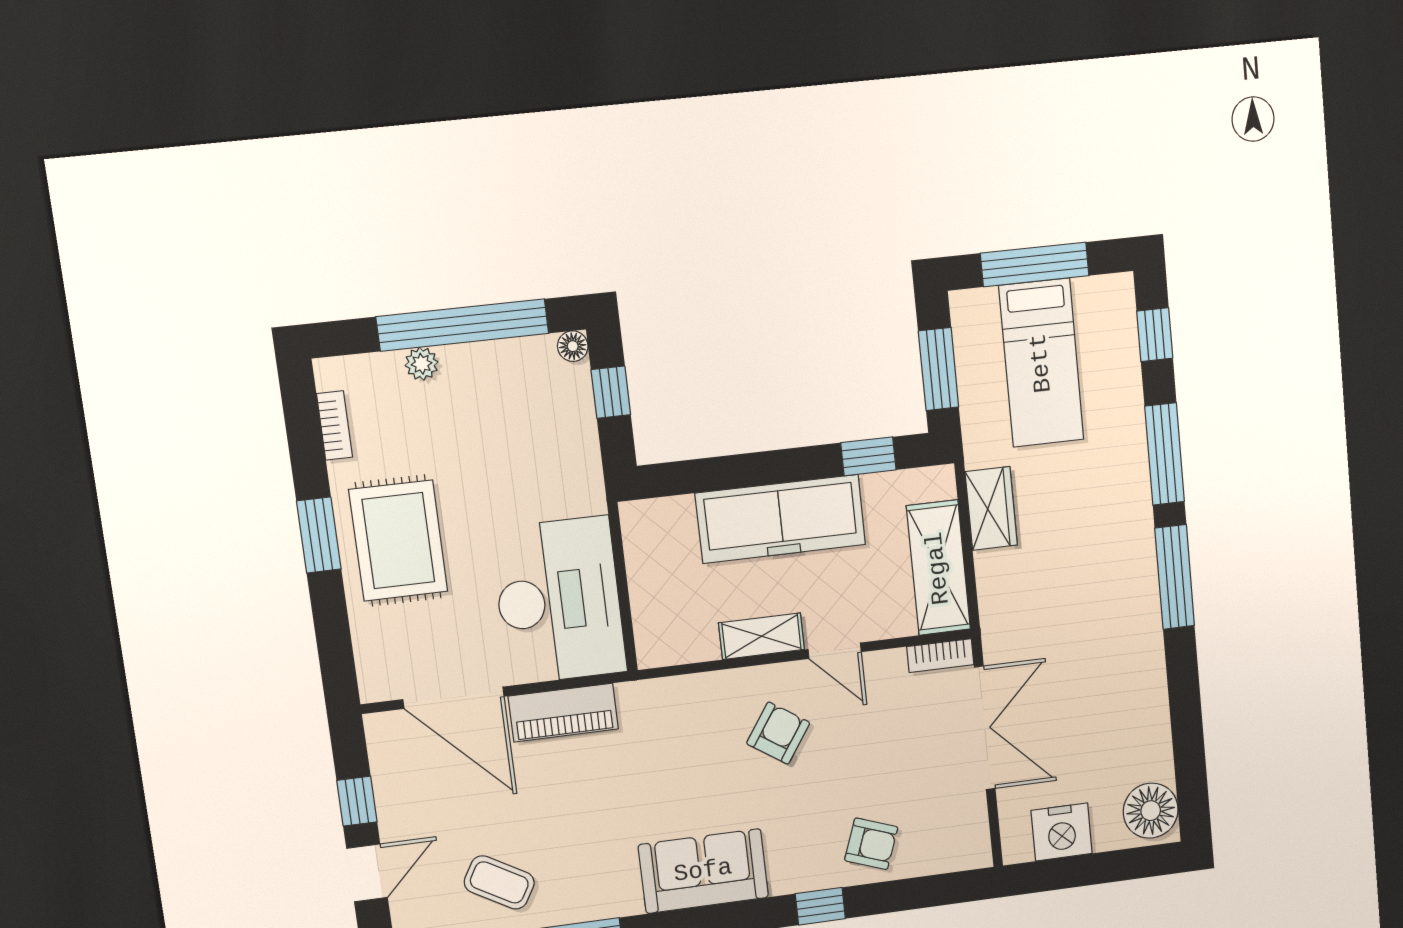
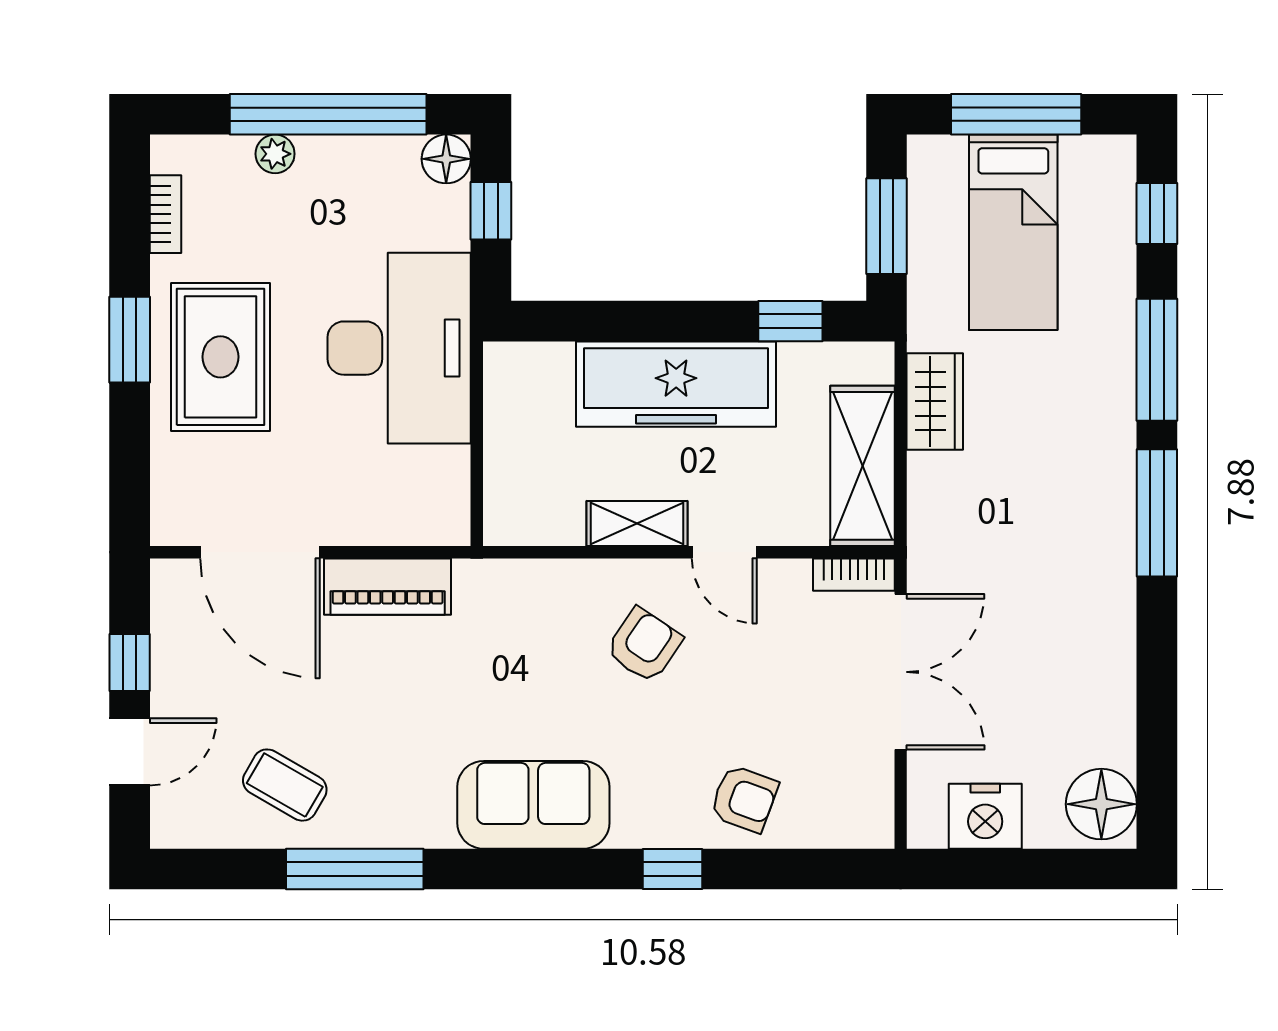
floor lamp: (573, 346) -> (446, 159), width x1.37, depth x1.37
desk: (559, 601) -> (399, 348), moved

